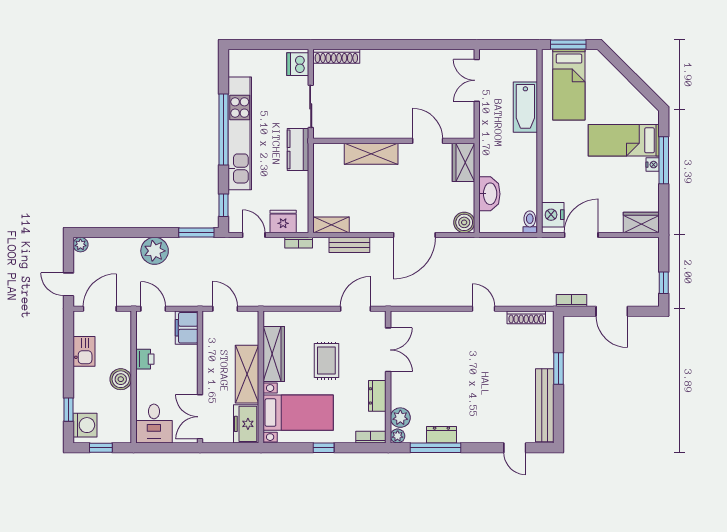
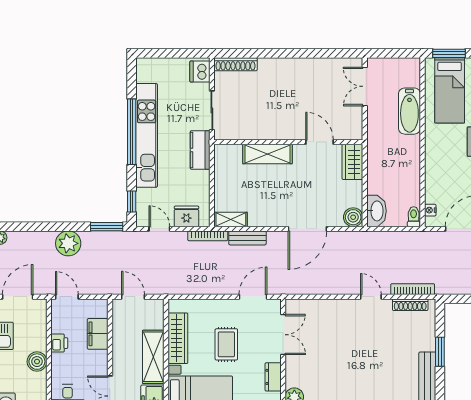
washbasin: (489, 194) -> (376, 211), moved
nightstand: (553, 215) -> (430, 210), width x0.53, depth x0.56
bookcase: (299, 243) -> (208, 236), width x1.56
bookcase: (572, 301) -> (413, 289), moved, width x1.56
filing cabinet: (187, 328) -> (98, 334), moved

